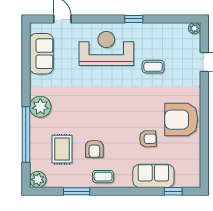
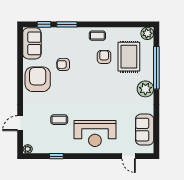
window: (134, 19) -> (56, 156), moved
armchair: (181, 120) -> (38, 79), turned -90
rug: (62, 149) -> (129, 57), width x1.36, depth x1.43
sofa: (153, 176) -> (32, 43), moved, turned -90
window: (77, 191) -> (67, 24), moved

